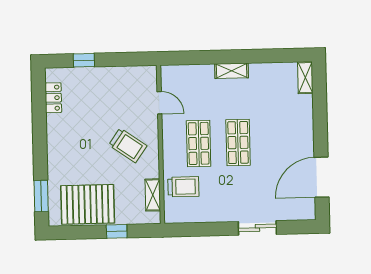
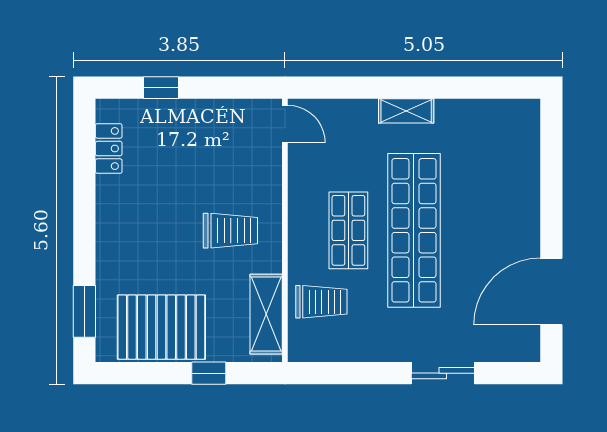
shelving: (305, 78) -> (528, 125), removed
door: (159, 103) -> (285, 124), moved
shop shelf: (238, 142) -> (414, 230), width x2.00, depth x1.36
trolley: (128, 145) -> (230, 231), turned -35
shelving: (153, 195) -> (266, 314), width x1.50, depth x1.33

